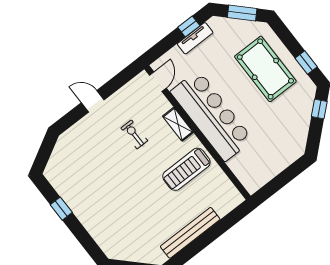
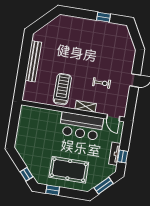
bar counter: (212, 116) -> (81, 126), width x0.73

